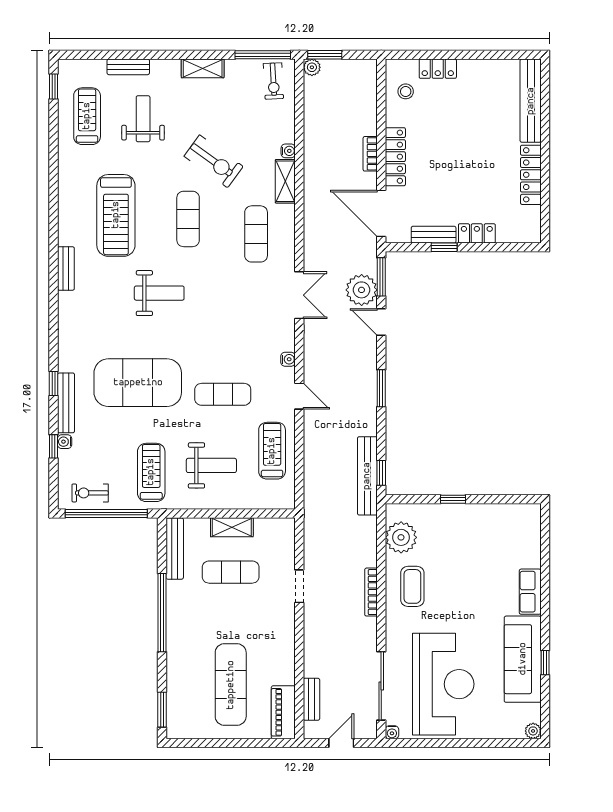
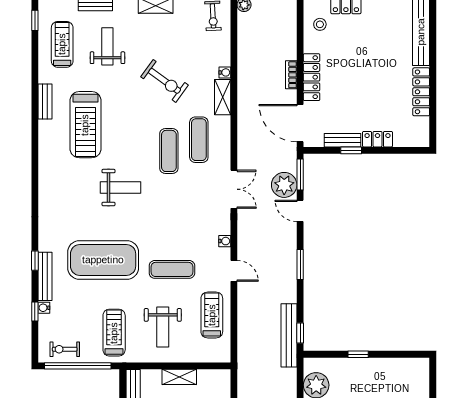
exercise mat: (188, 219) -> (169, 151), moved
bench: (66, 268) -> (45, 101), moved
weight bench: (211, 465) -> (163, 327), turned 90

